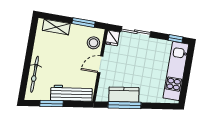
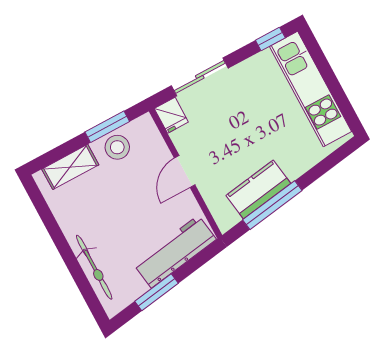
stool: (93, 43) -> (117, 147), moved

